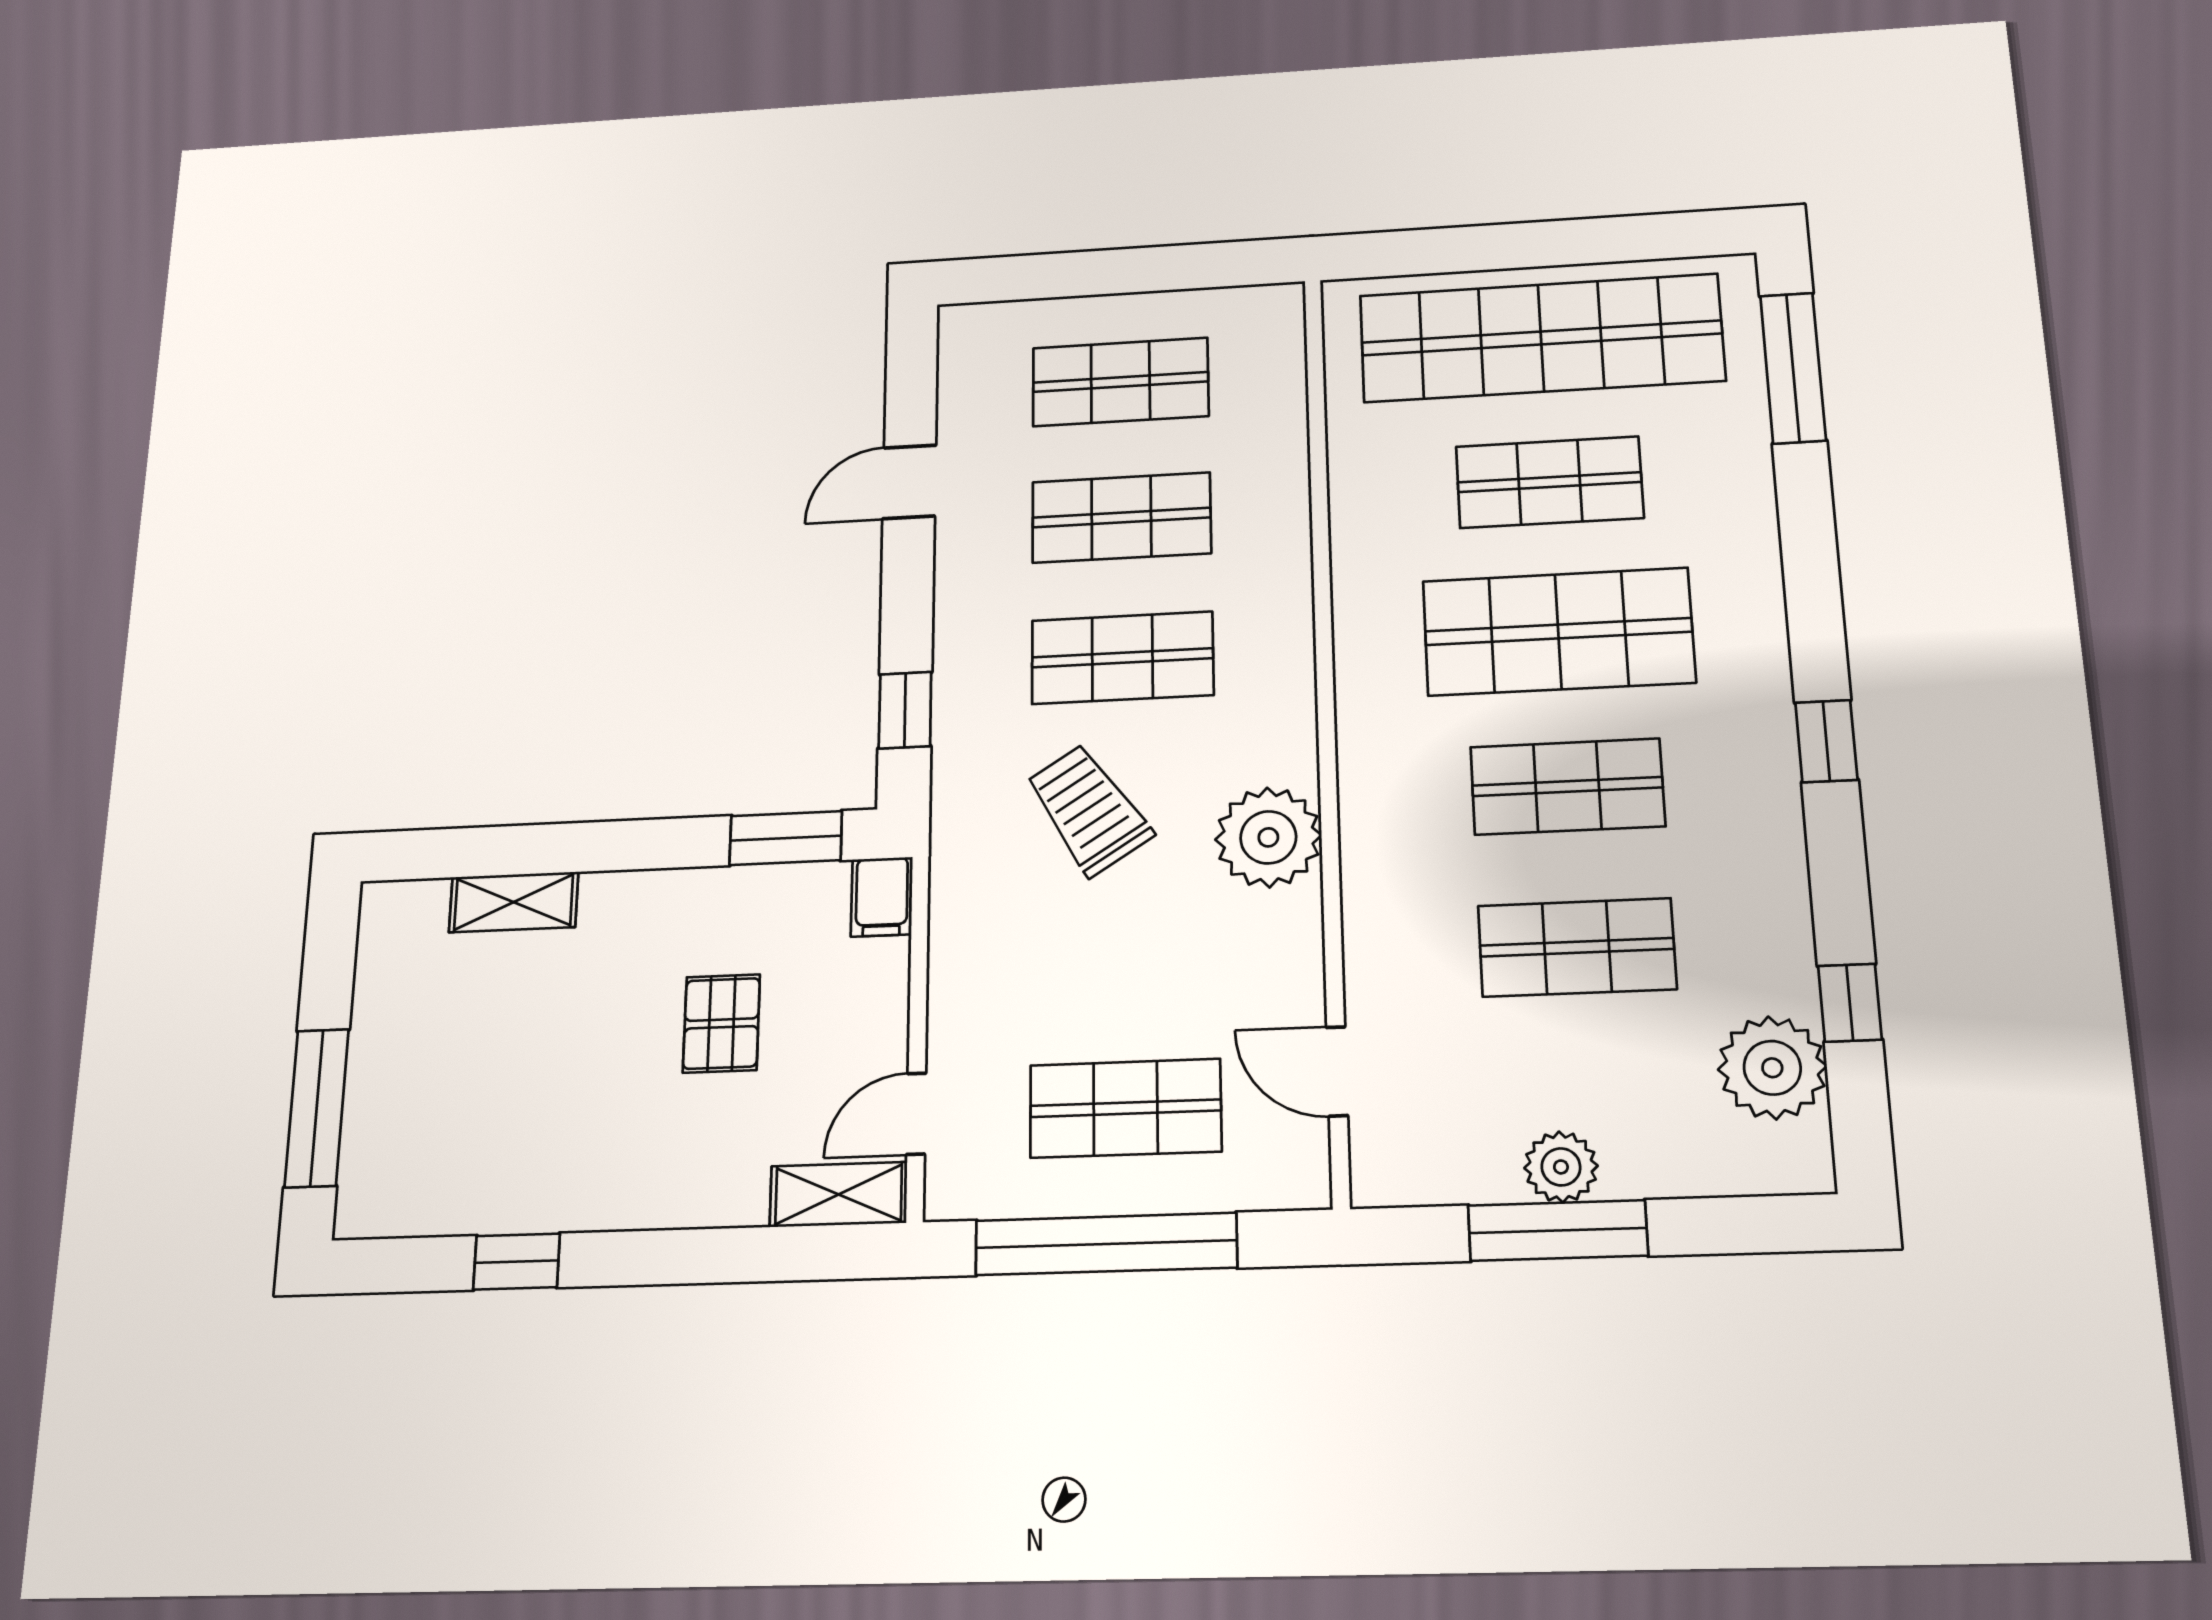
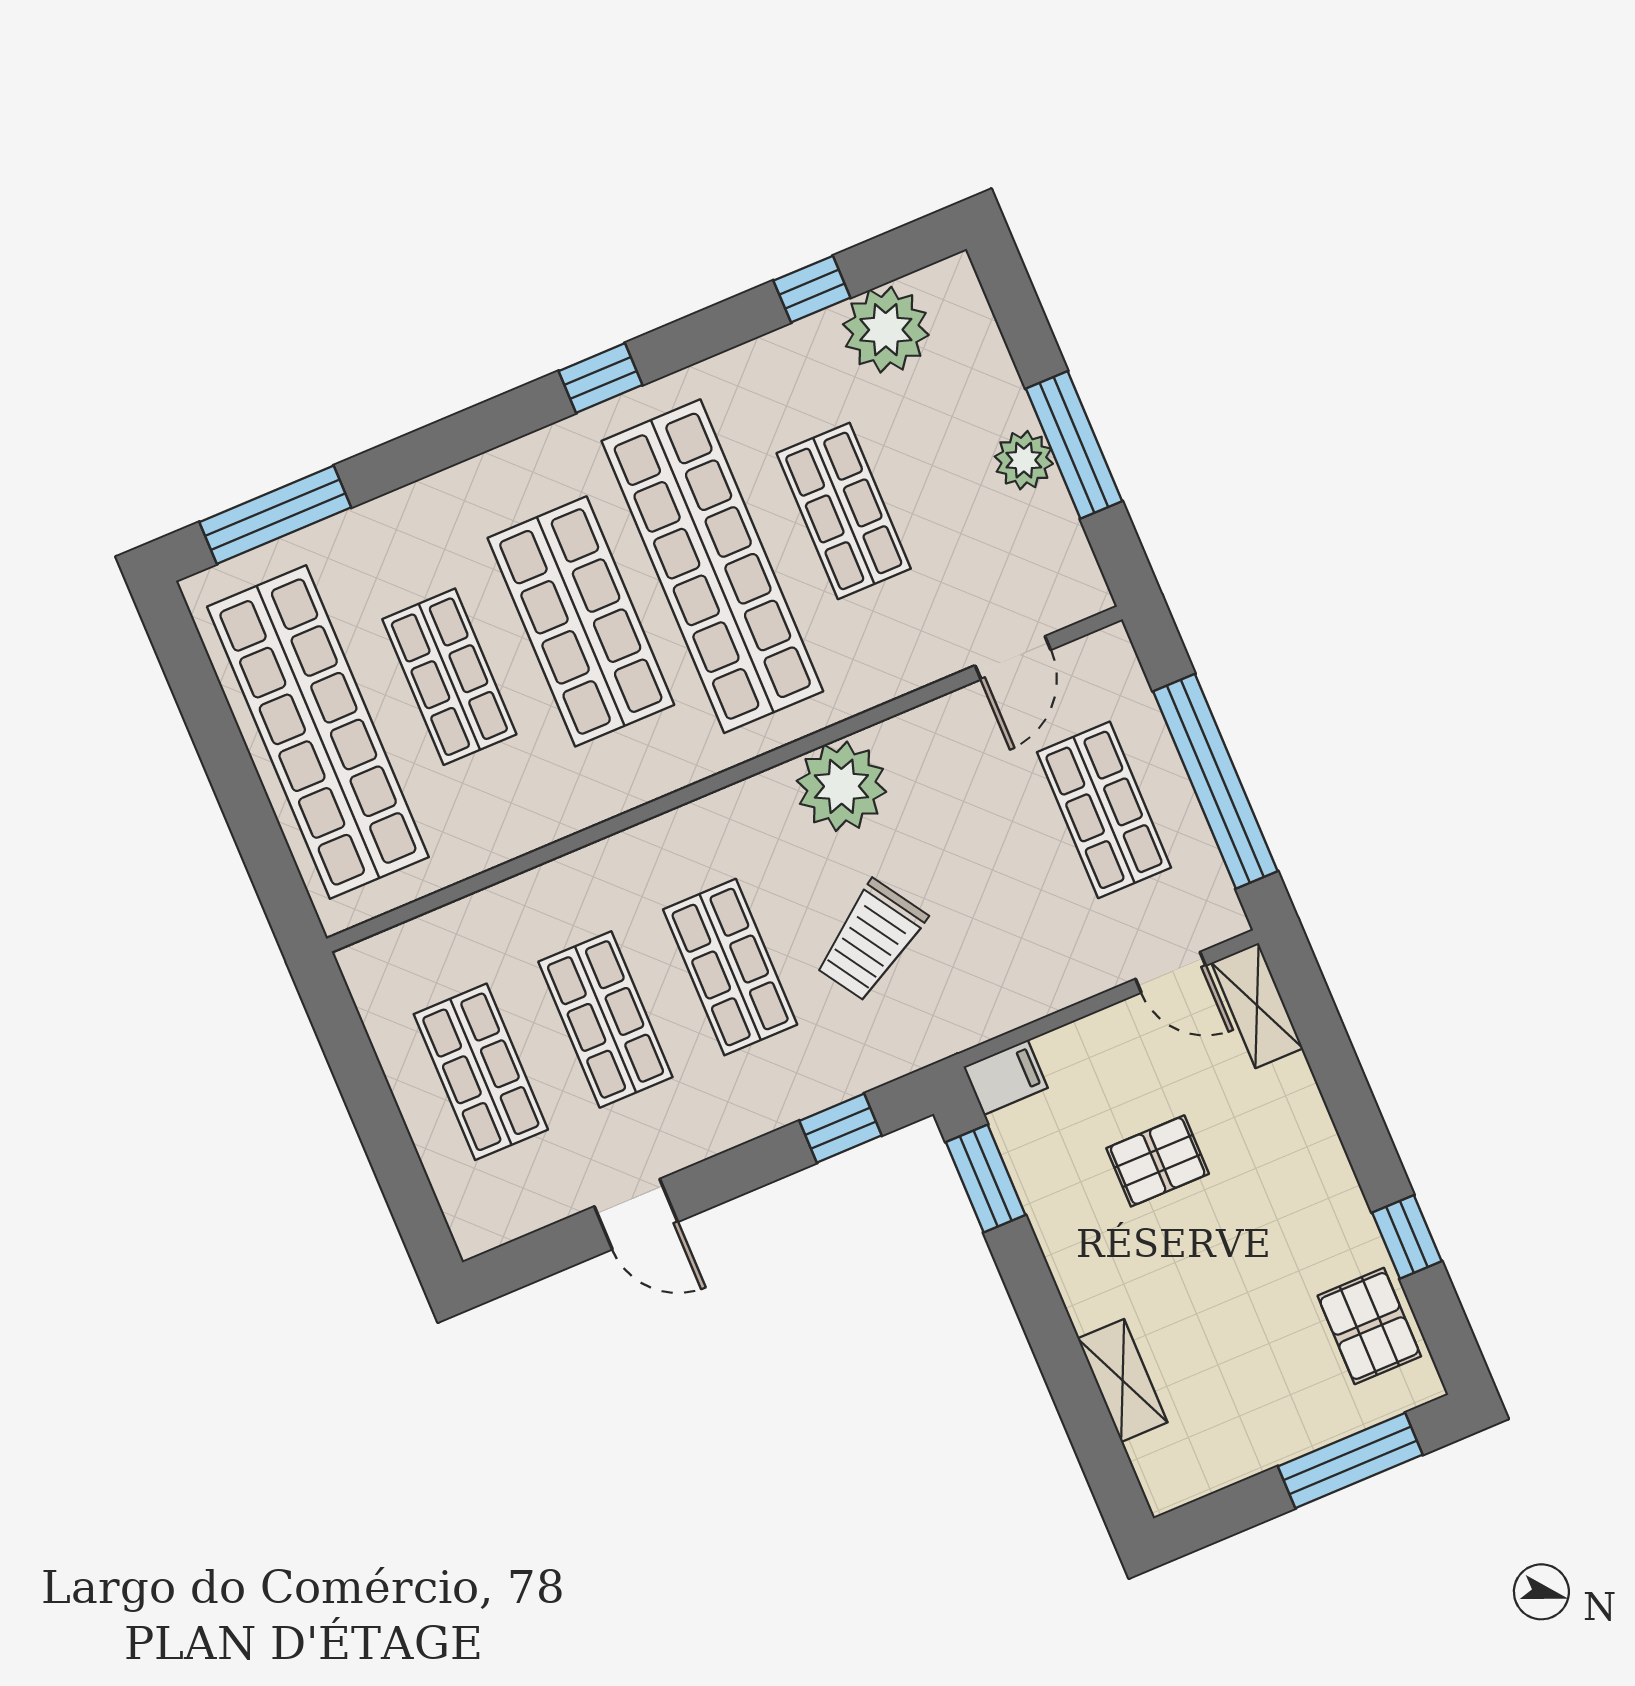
shop shelf: (1567, 787) -> (712, 566), width x2.00, depth x1.36
pallet: (443, 1183) -> (1369, 1326), added

